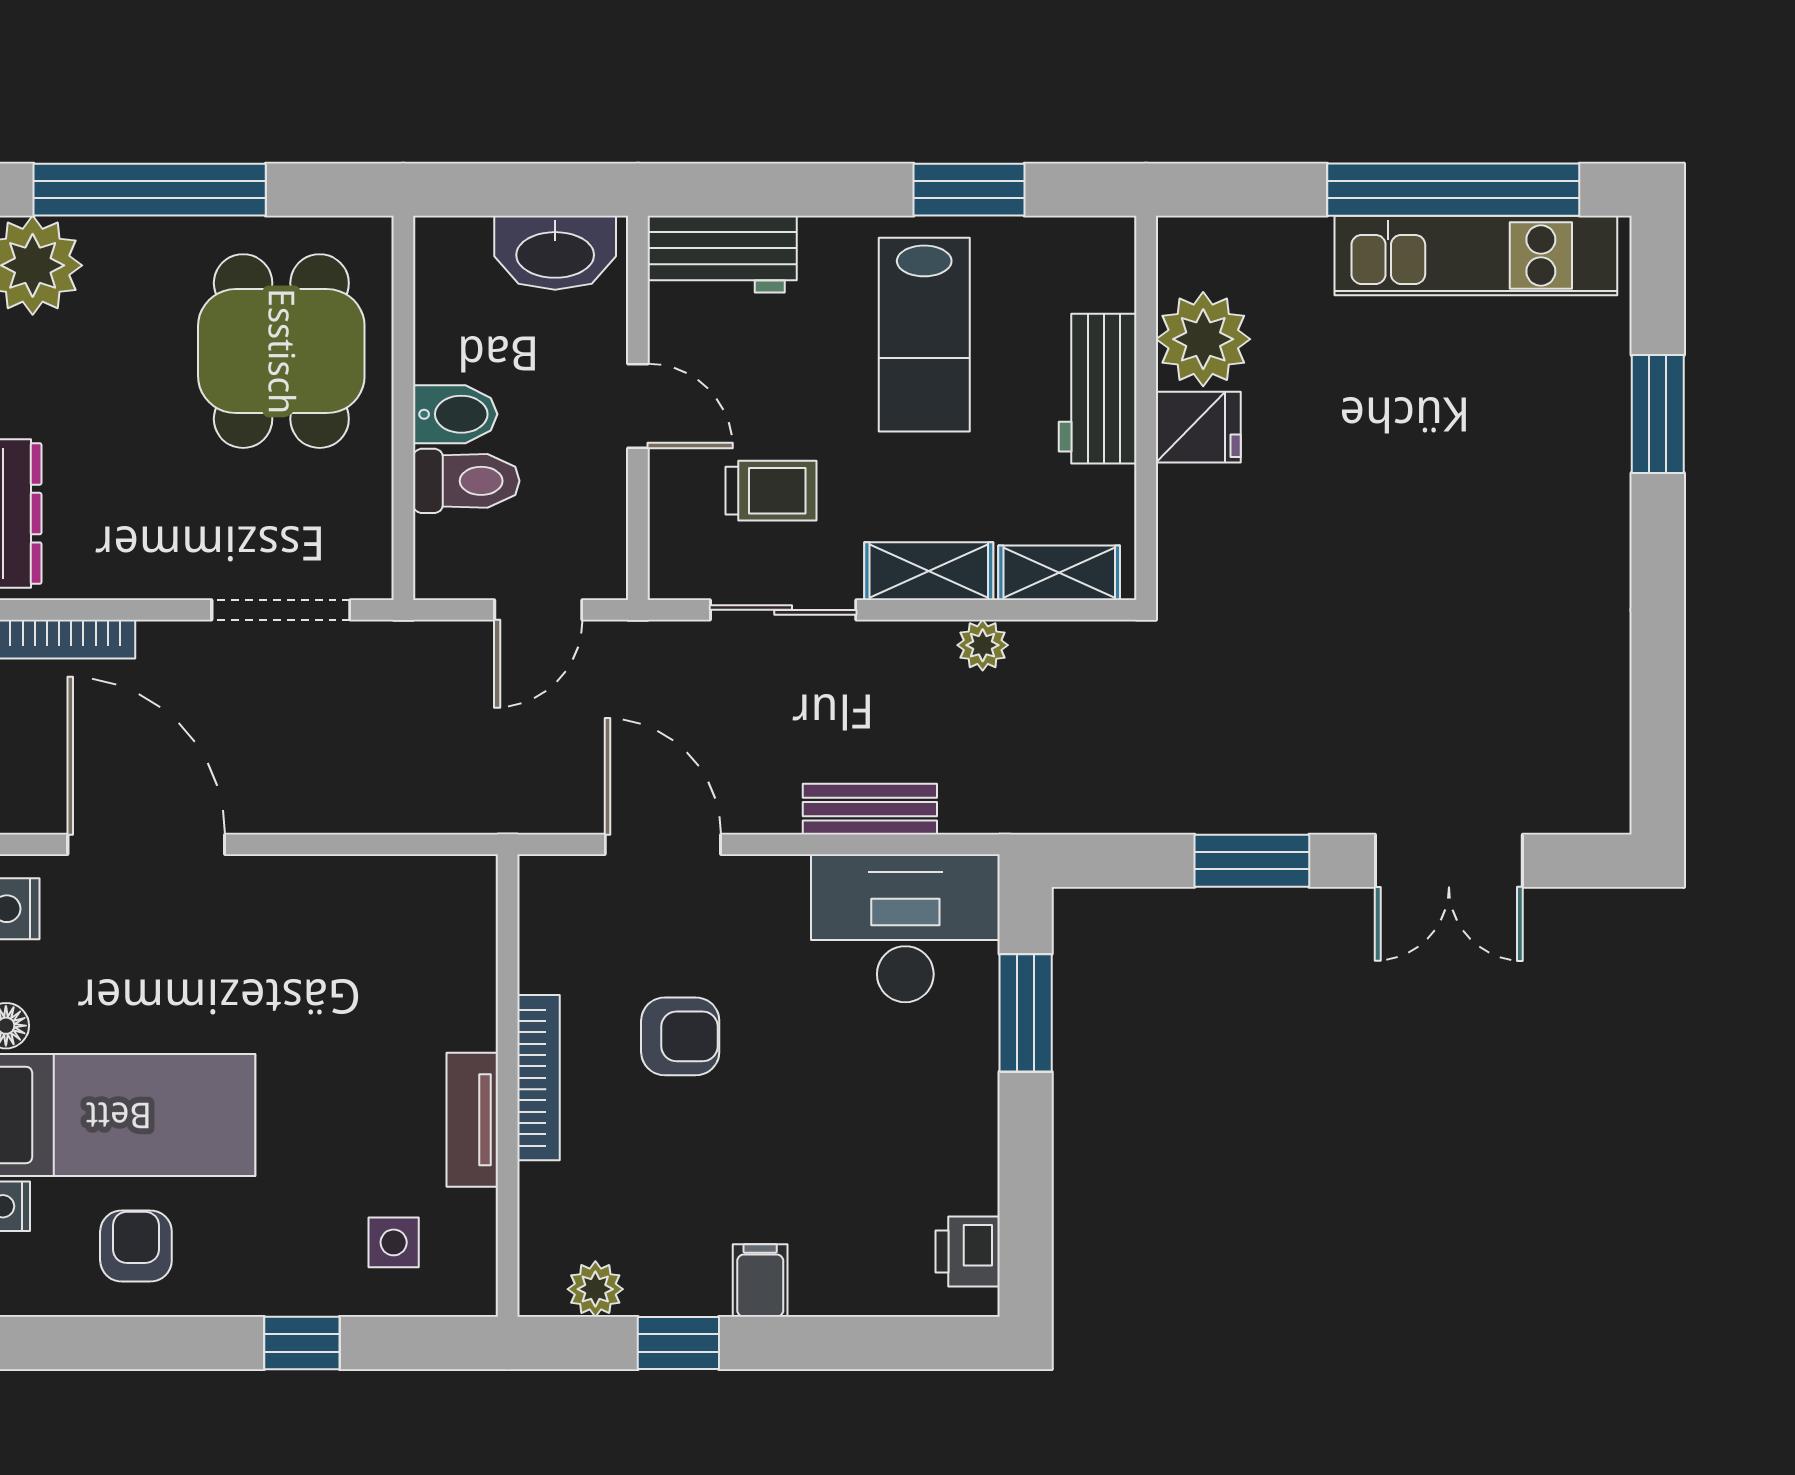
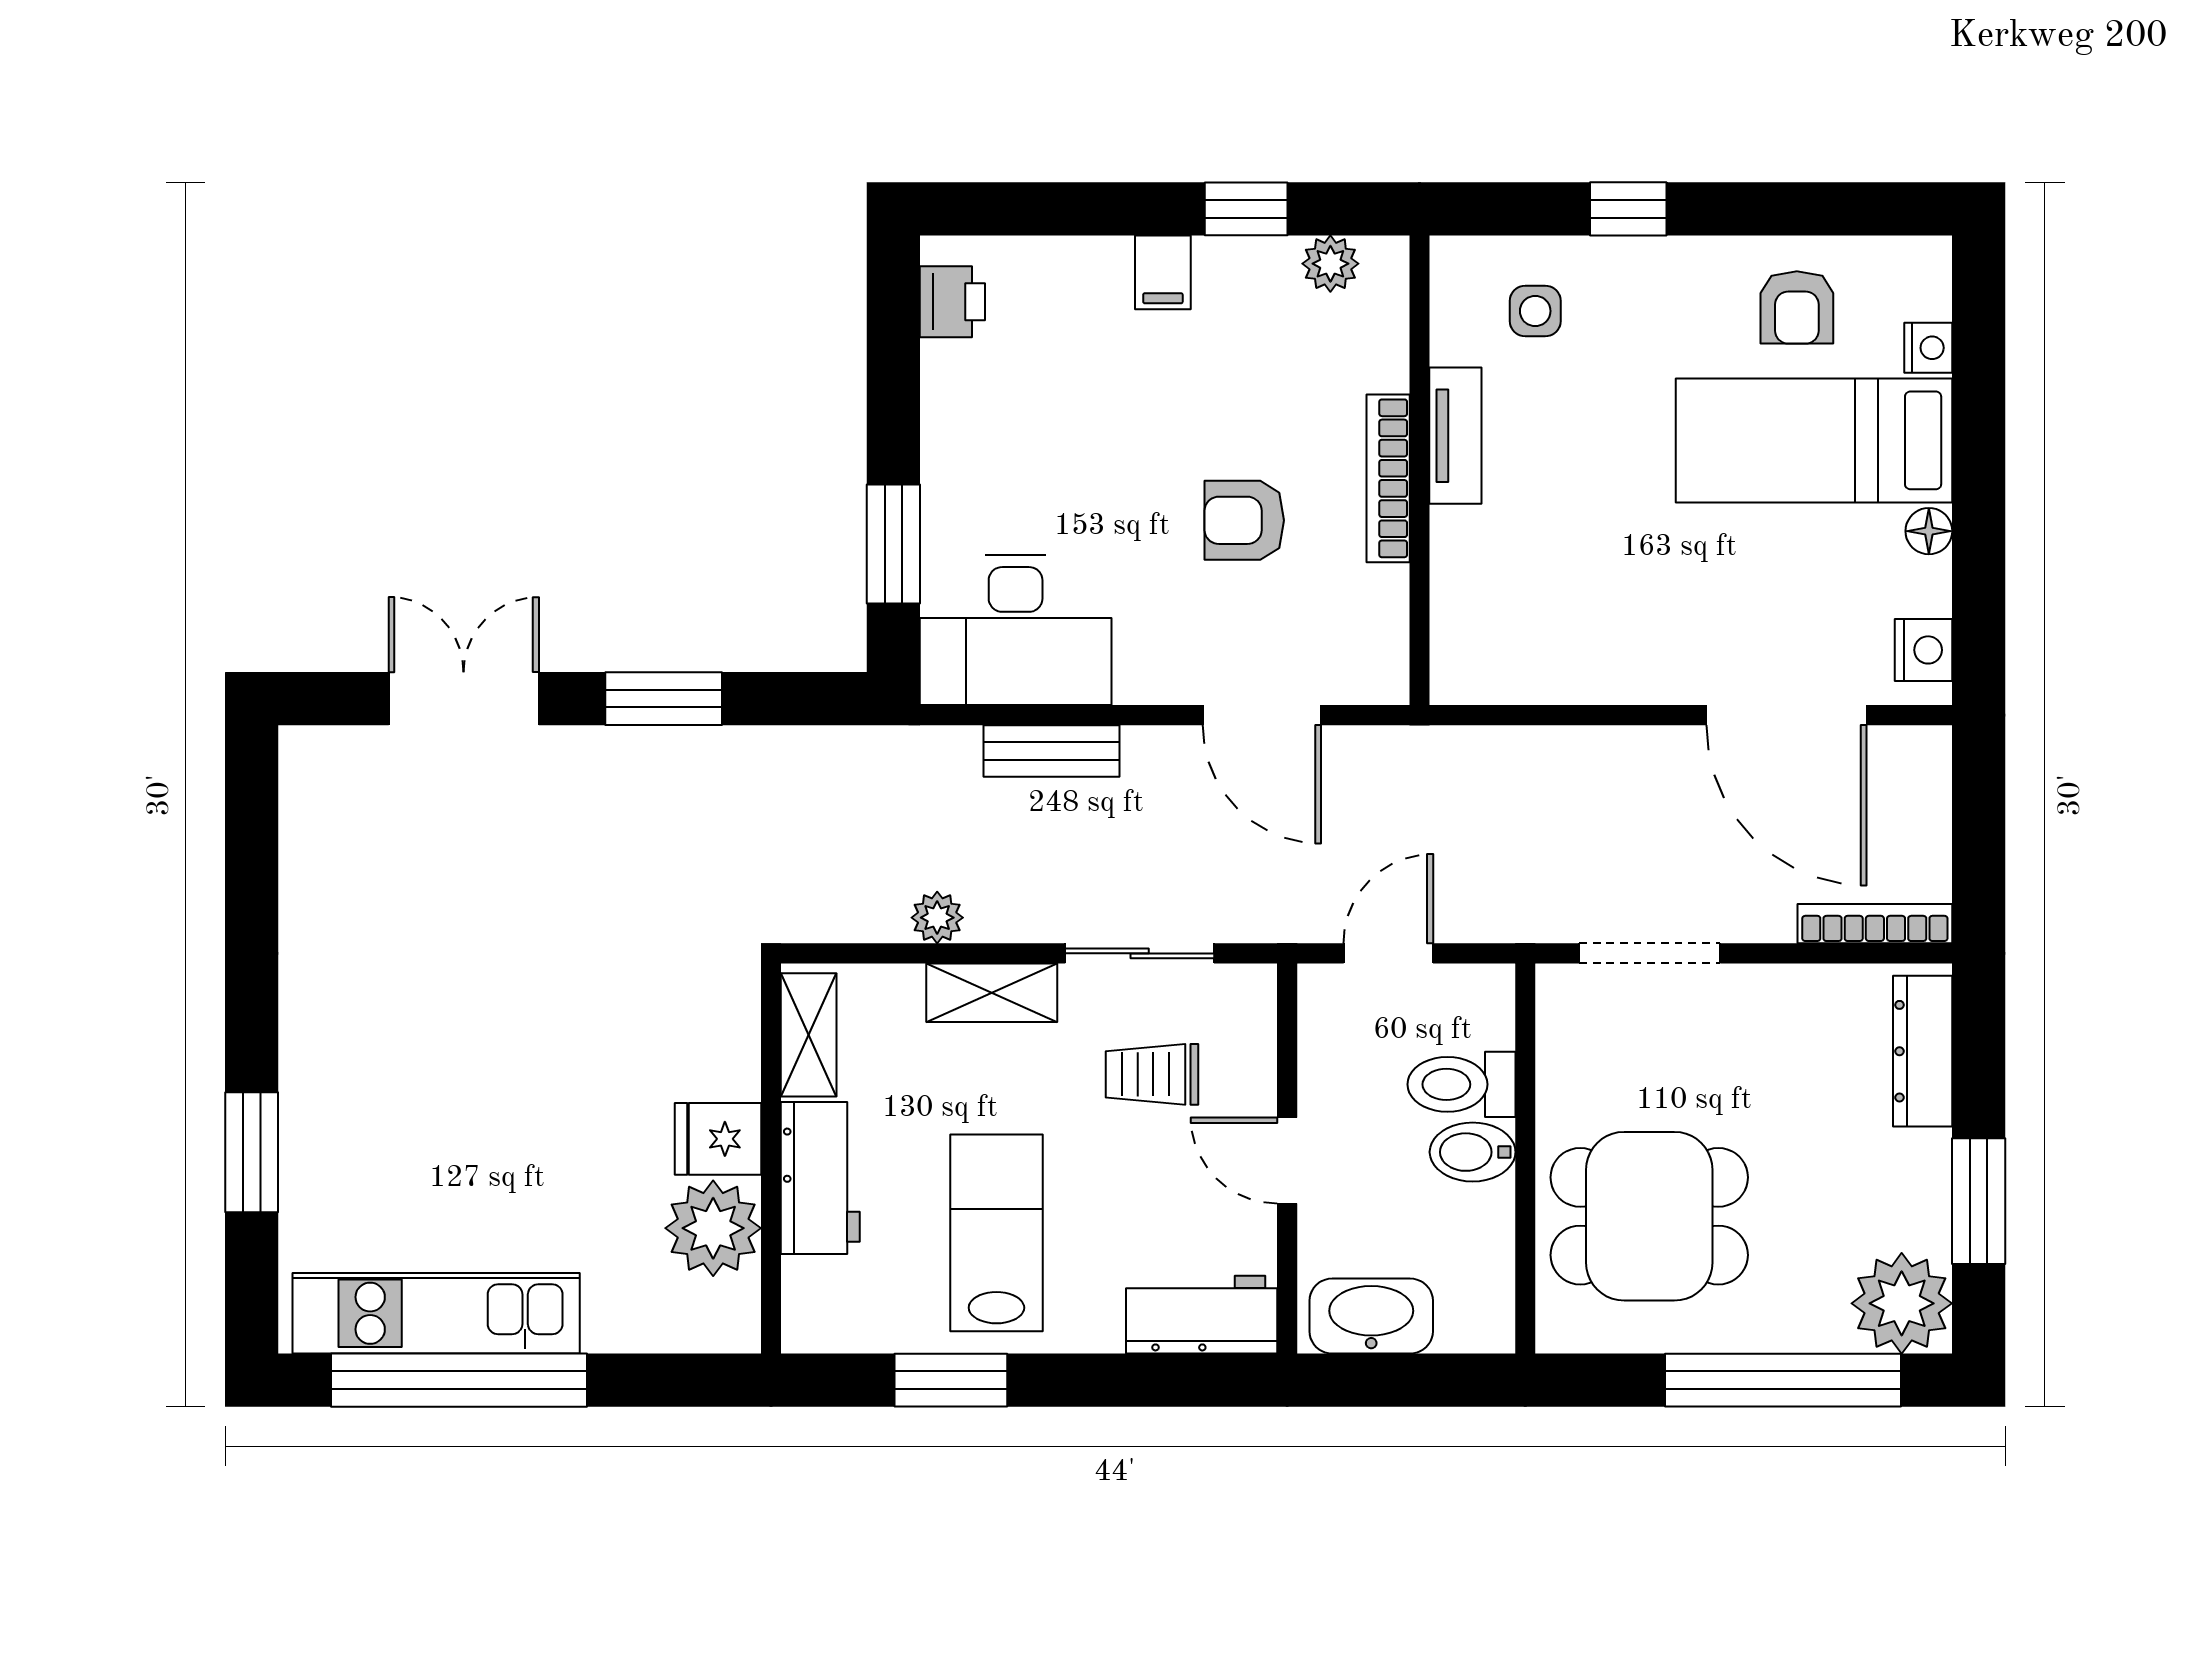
dining table: (281, 351) -> (1649, 1216), turned 90
shelving: (1059, 573) -> (809, 1035), moved, turned 90

